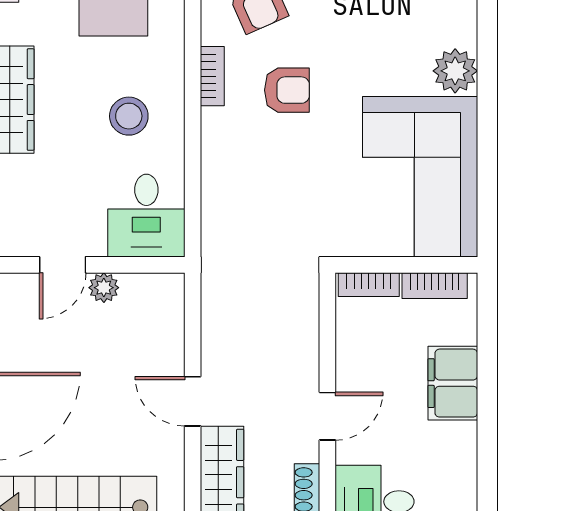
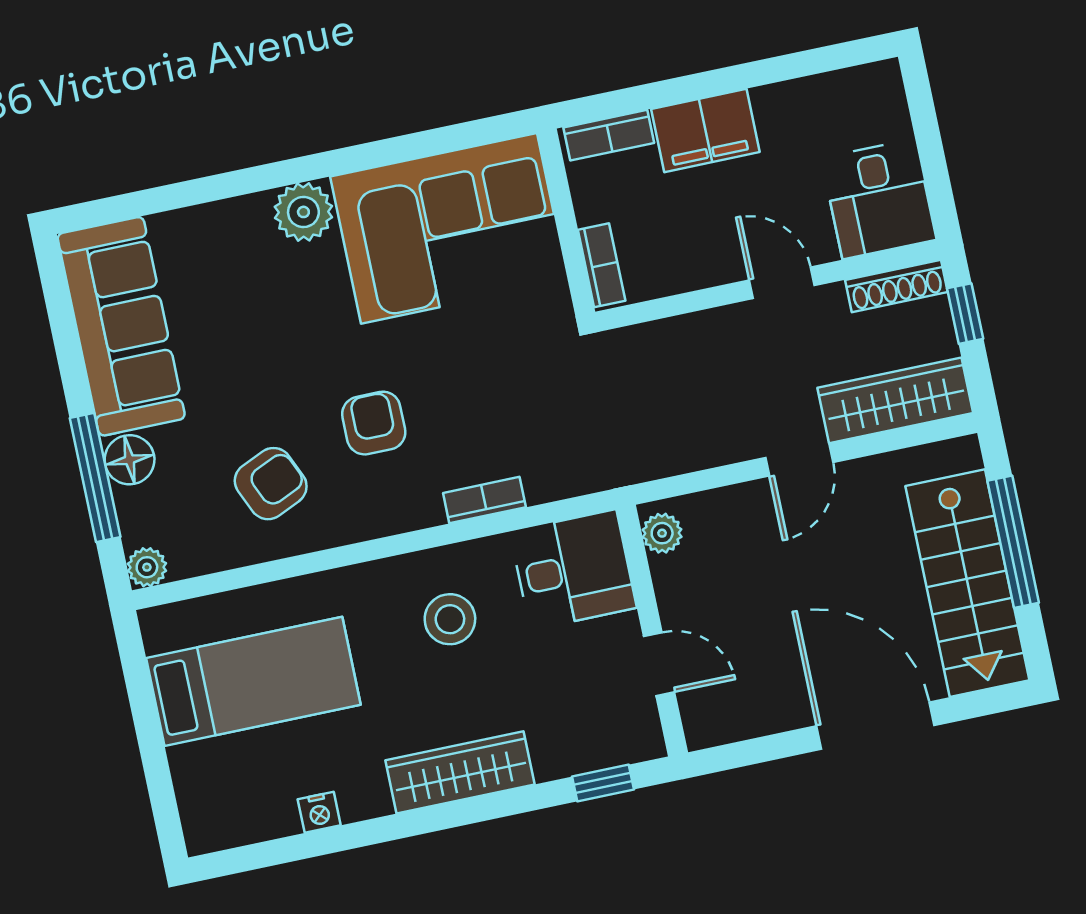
bookcase: (212, 76) -> (484, 500), moved
bookcase: (435, 286) -> (609, 135), moved, turned 90
plant: (104, 288) -> (662, 533), moved

